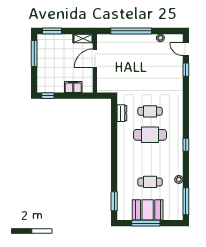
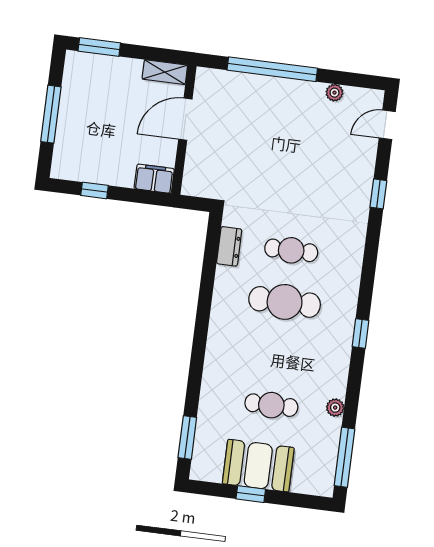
door: (186, 49) -> (387, 125), hinge flipped
window: (34, 54) -> (51, 114), moved
window: (186, 70) -> (378, 194), moved
filing cabinet: (73, 87) -> (154, 179), moved
window: (48, 96) -> (95, 190), moved
window: (146, 223) -> (251, 494), width x0.46

